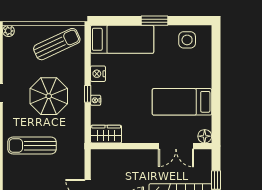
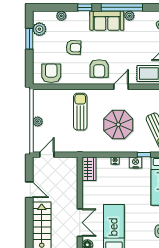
window: (88, 94) -> (144, 155), moved
double door: (176, 146) -> (80, 223), swing flipped

